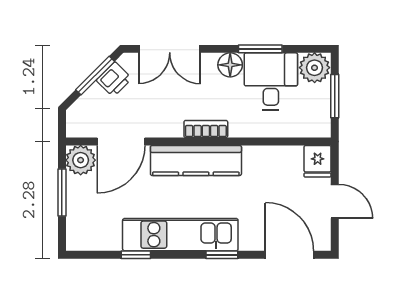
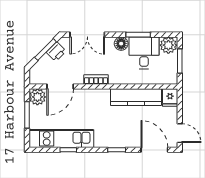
bookcase: (206, 129) -> (96, 79), moved
kitchen counter: (196, 160) -> (136, 97), moved
door: (335, 201) -> (180, 133), moved
kitchen unit: (180, 235) -> (61, 139), moved

